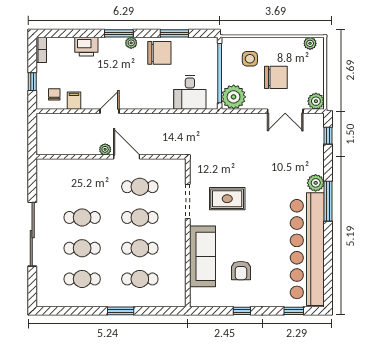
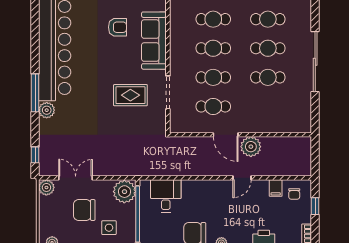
plant: (105, 149) -> (251, 147), width x1.87, depth x1.87
armchair: (241, 270) -> (117, 27), turned 90

